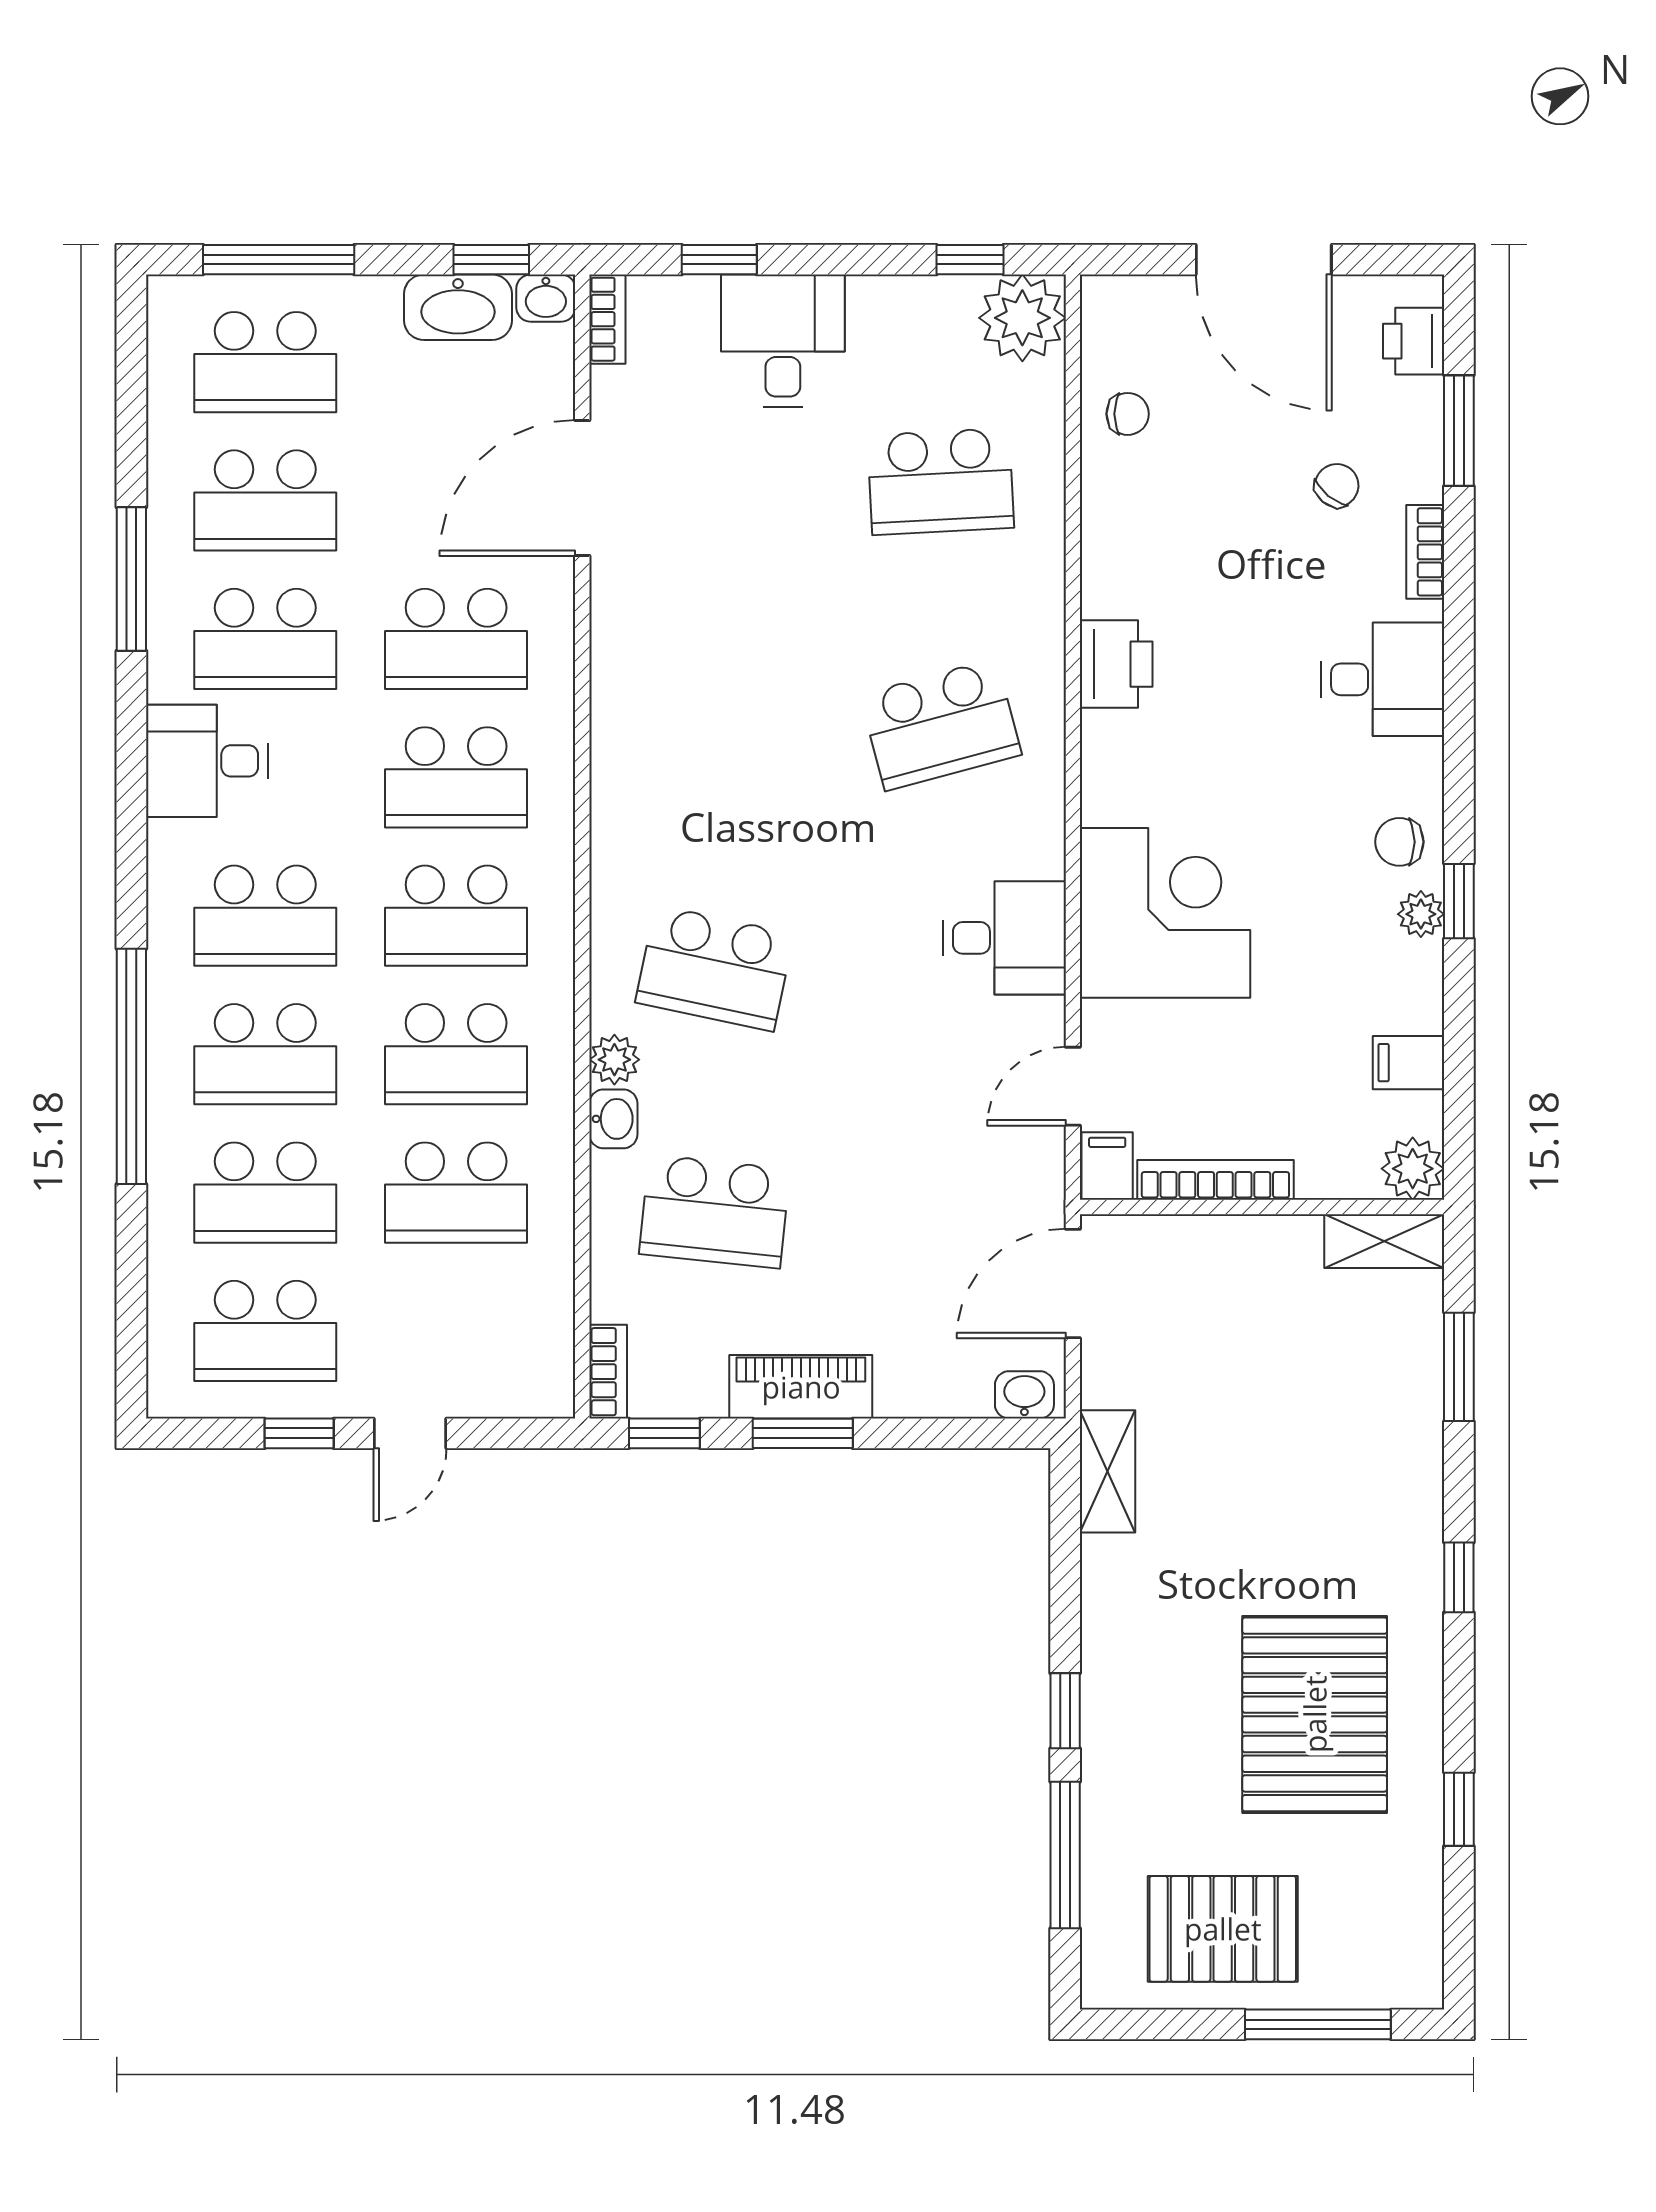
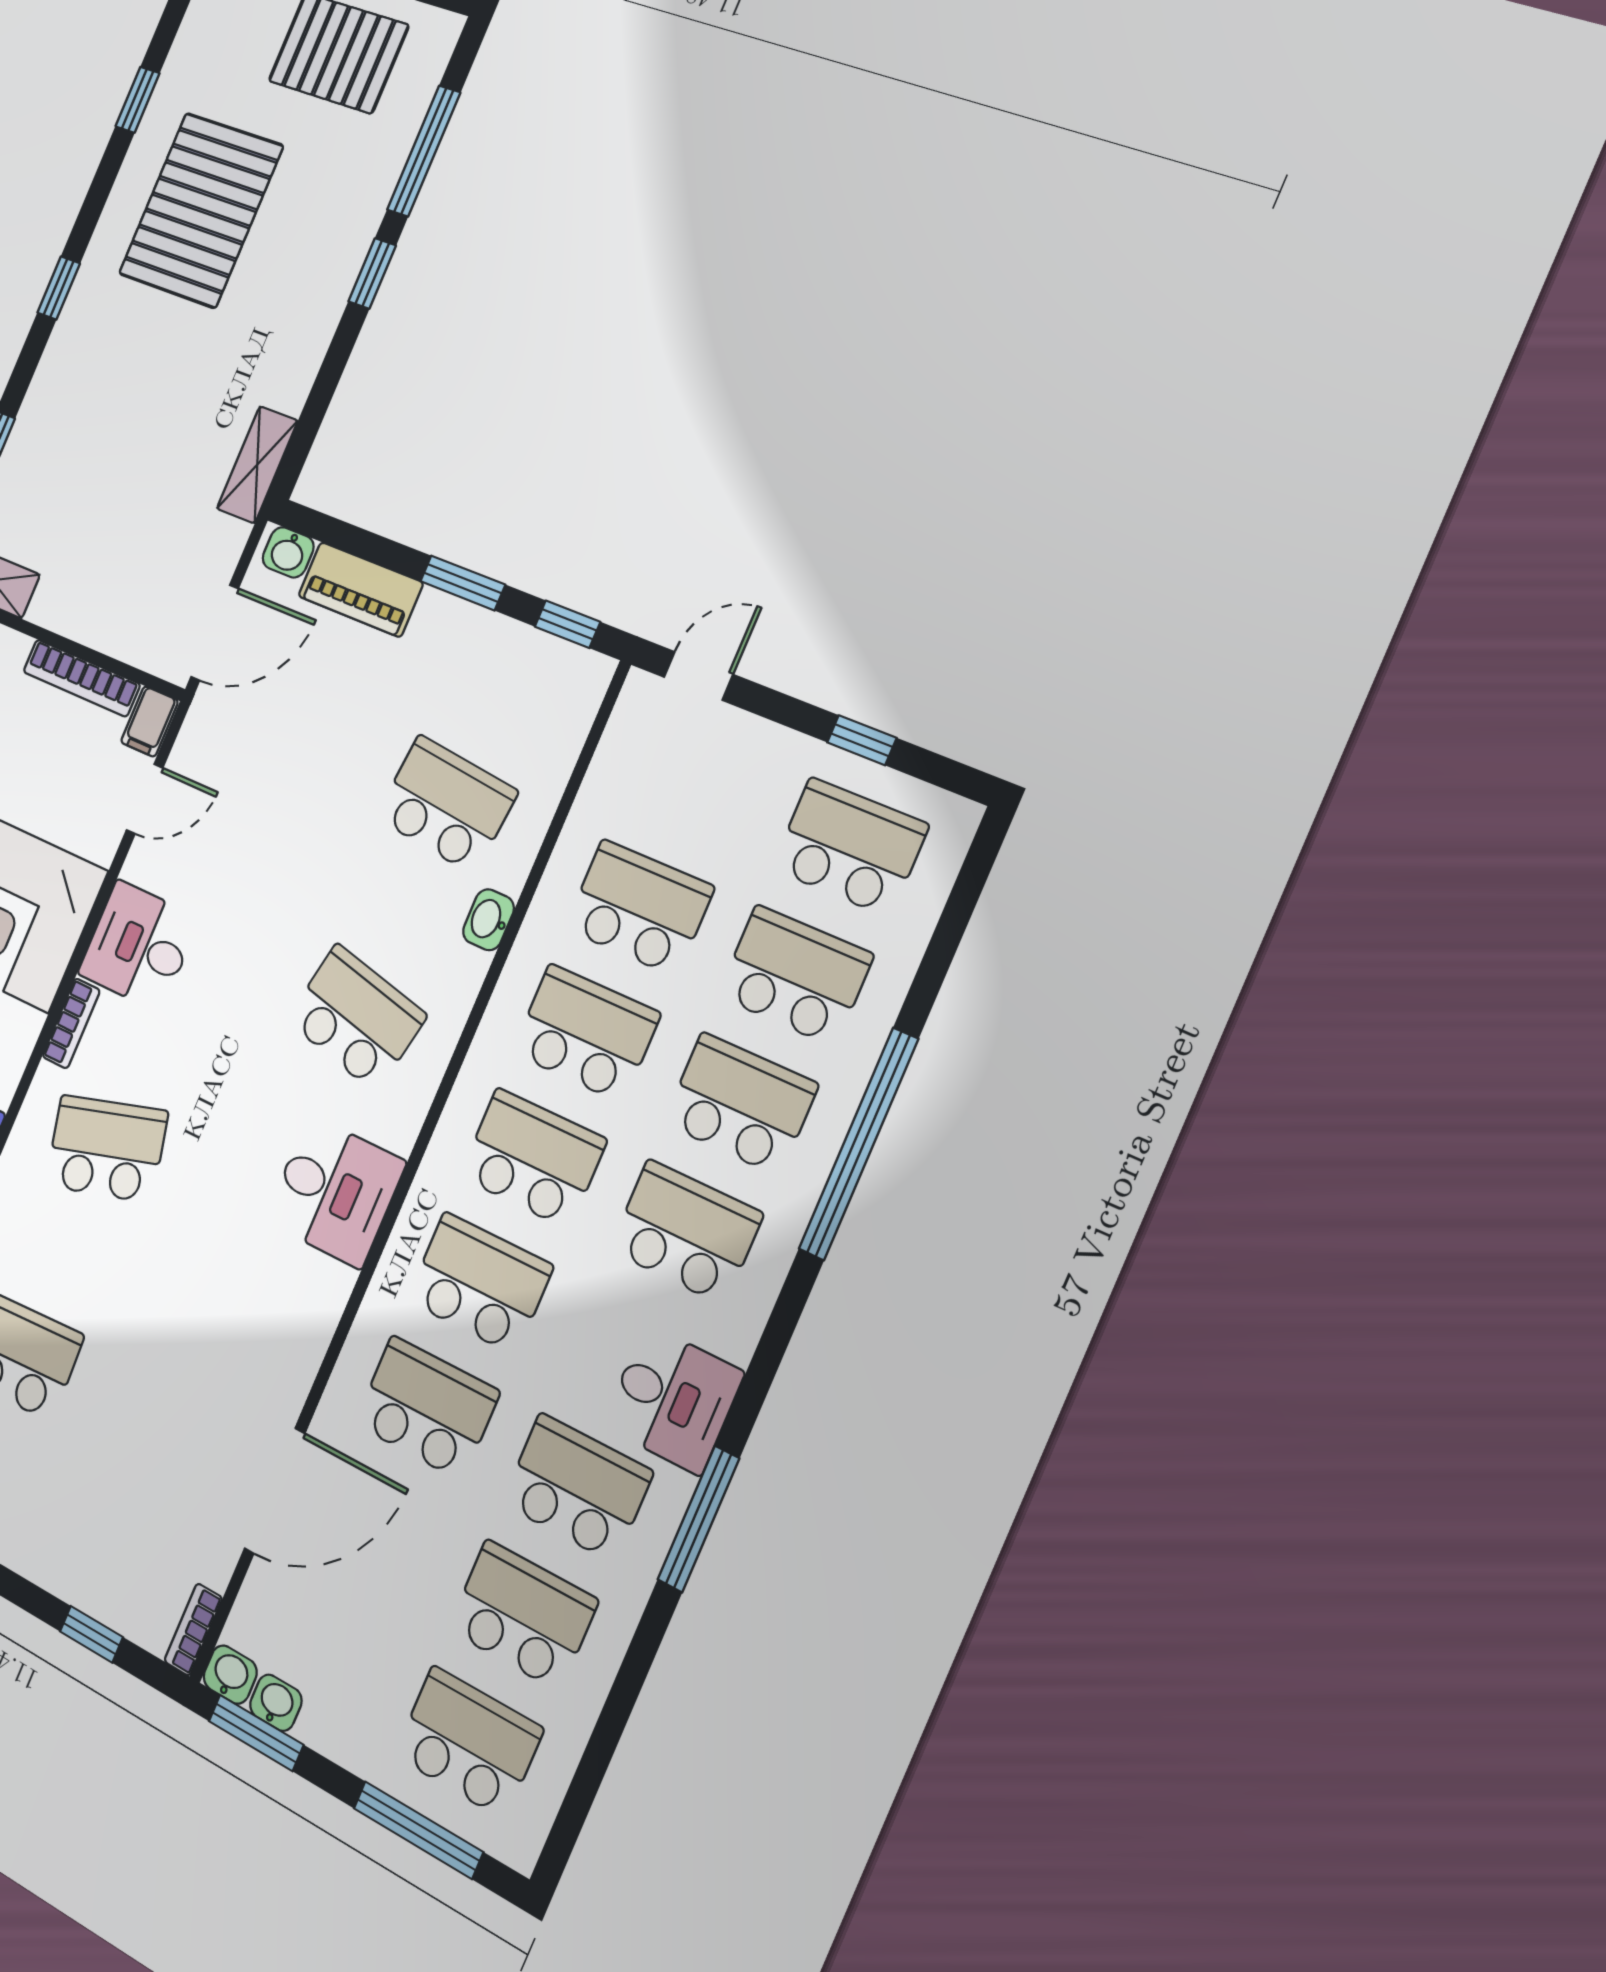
window: (491, 260) -> (256, 1733), width x1.50
washbasin: (458, 307) -> (276, 1703), width x0.52, depth x0.69
desk: (783, 341) -> (335, 1191), moved, turned -90
window: (131, 579) -> (699, 1519), moved
plant: (614, 1060) -> (465, 972), removed
bookcase: (608, 1372) -> (71, 1023), moved, turned 180
piano: (801, 1387) -> (360, 589), moved
door: (410, 1433) -> (698, 676), moved

